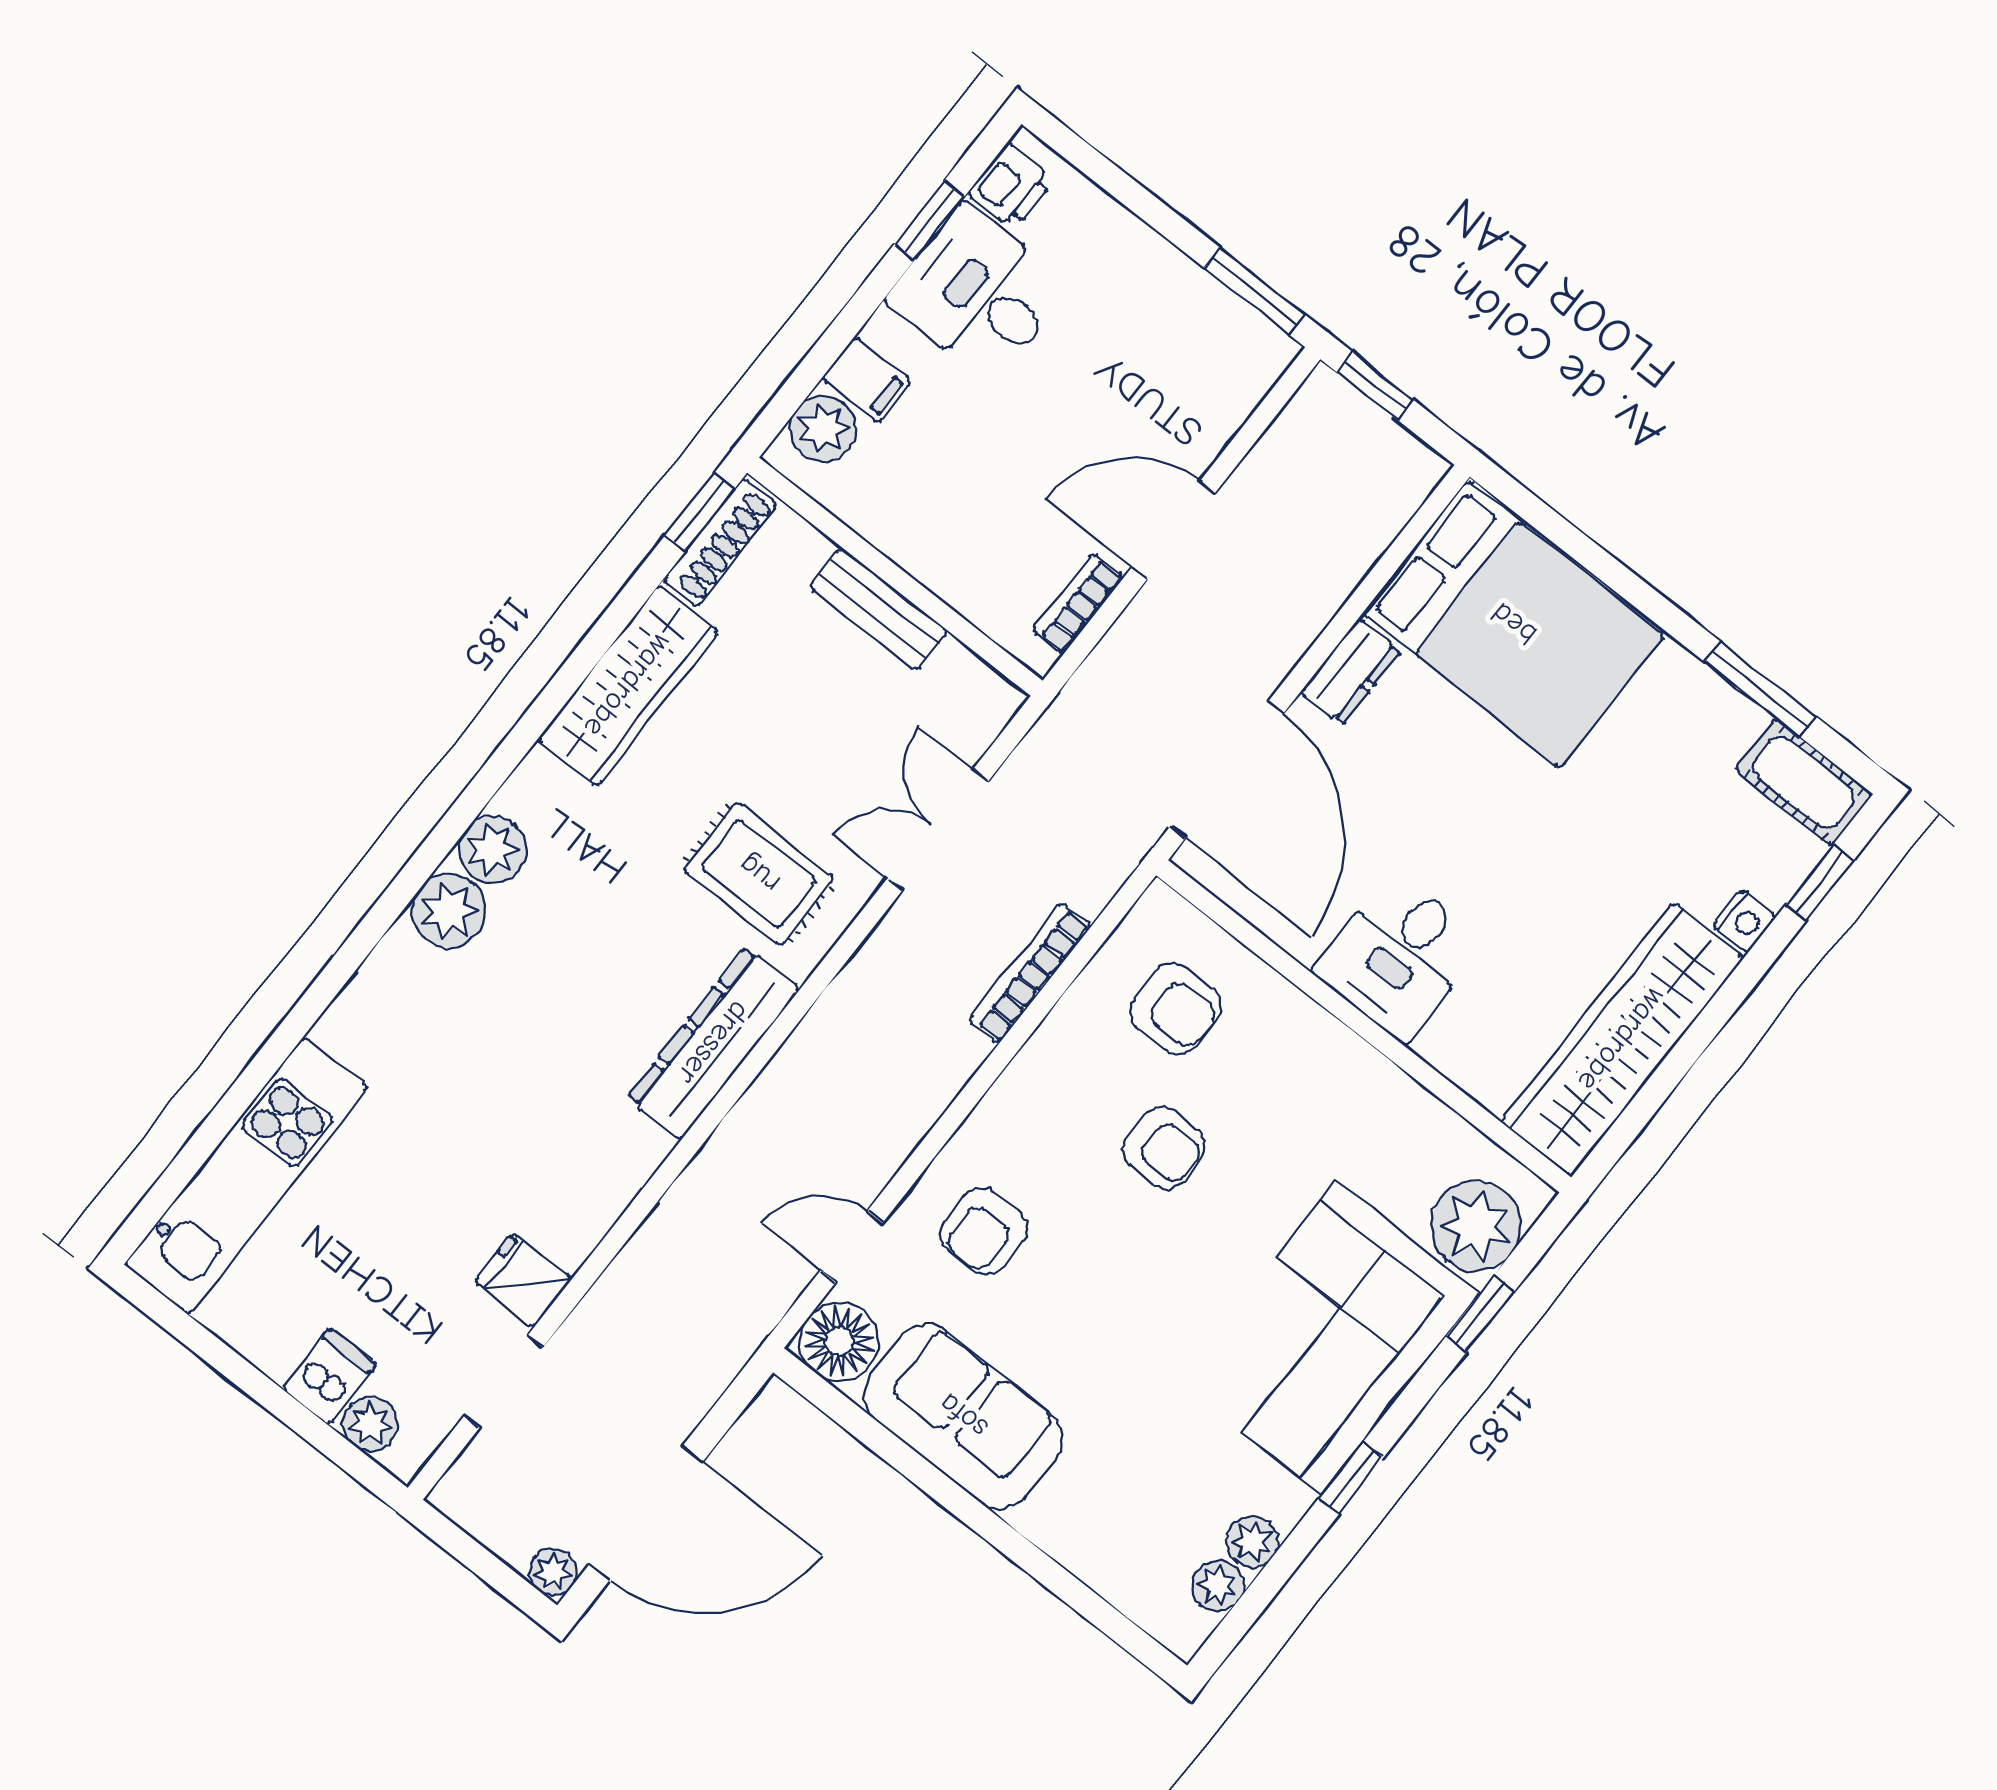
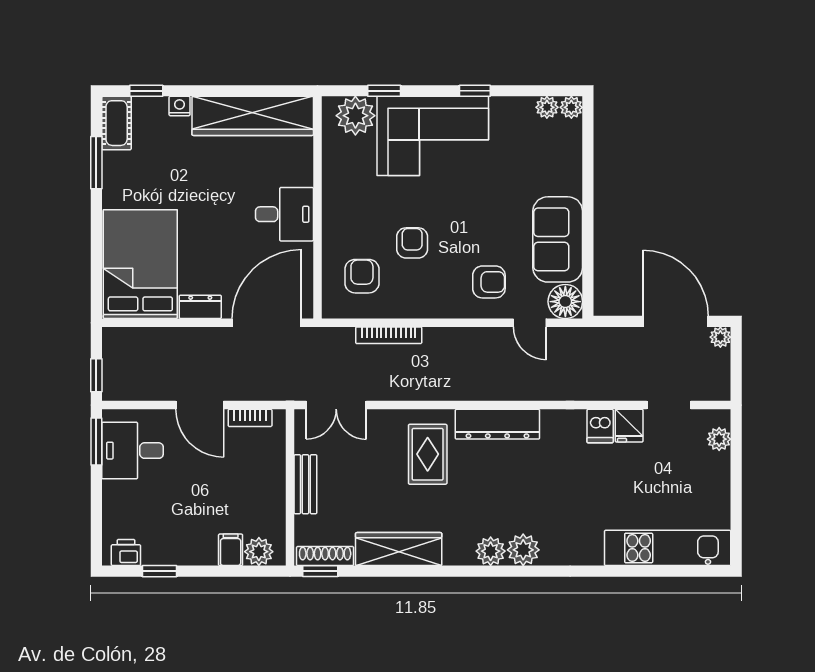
desk: (978, 293) -> (133, 451), moved, turned 90
double door: (938, 830) -> (336, 405), moved
dishwasher: (329, 1376) -> (600, 426), moved, turned -90
plant: (1252, 1541) -> (571, 107), moved

